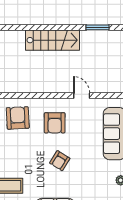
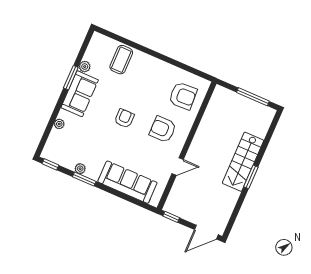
window: (97, 27) -> (251, 177), moved
armchair: (60, 161) -> (124, 118), turned 58

